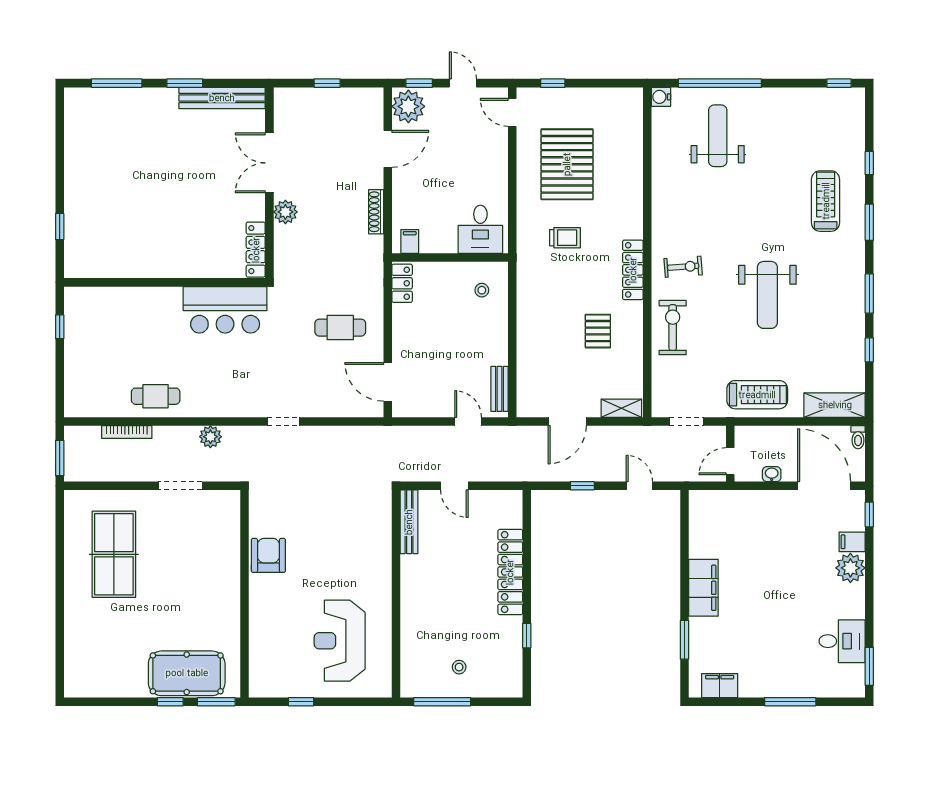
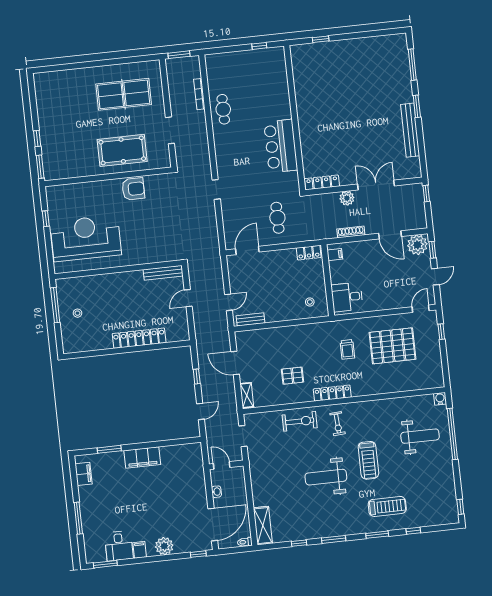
double door: (269, 163) -> (376, 185), moved
wall: (269, 183) -> (364, 186), moved
plant: (285, 212) -> (347, 198), moved
locker: (256, 250) -> (322, 182), moved
treadmill: (757, 395) -> (368, 460), moved
plant: (210, 437) -> (202, 146), removed
filing cabinet: (852, 542) -> (140, 550), moved
window: (527, 636) -> (101, 352), removed
reception desk: (340, 641) -> (86, 238), width x1.36, depth x1.30
pool table: (187, 673) -> (122, 150), moved, turned 90

